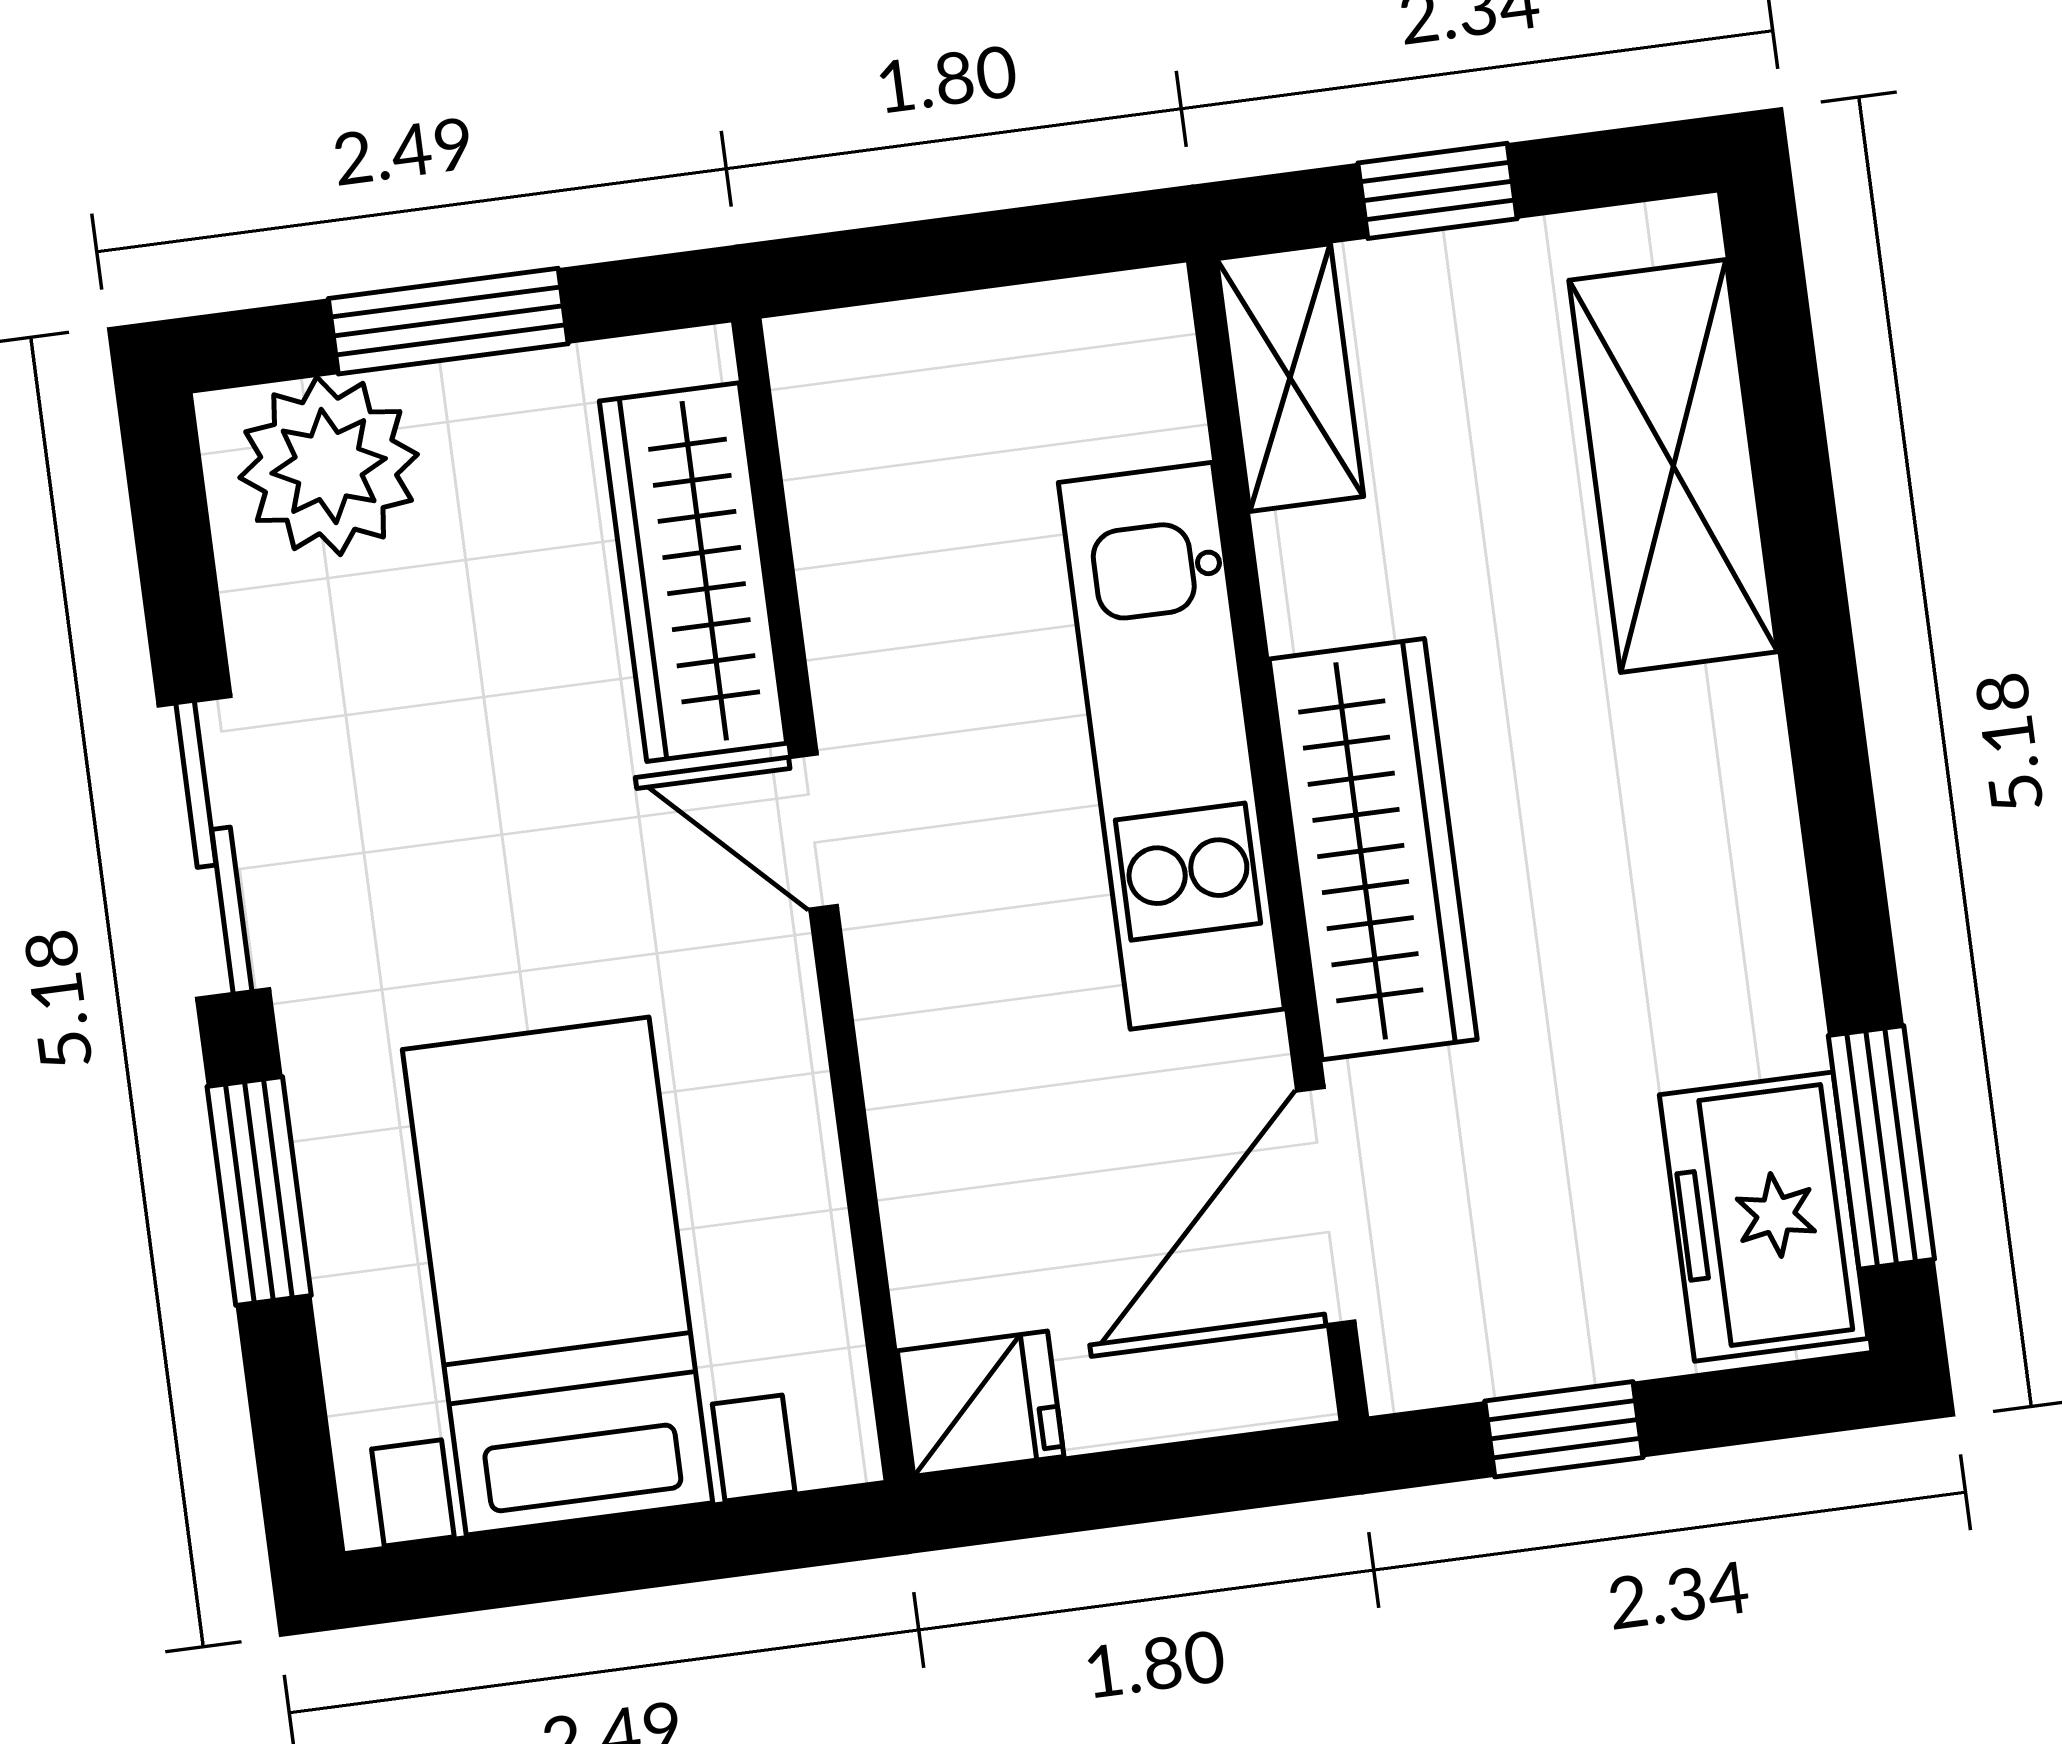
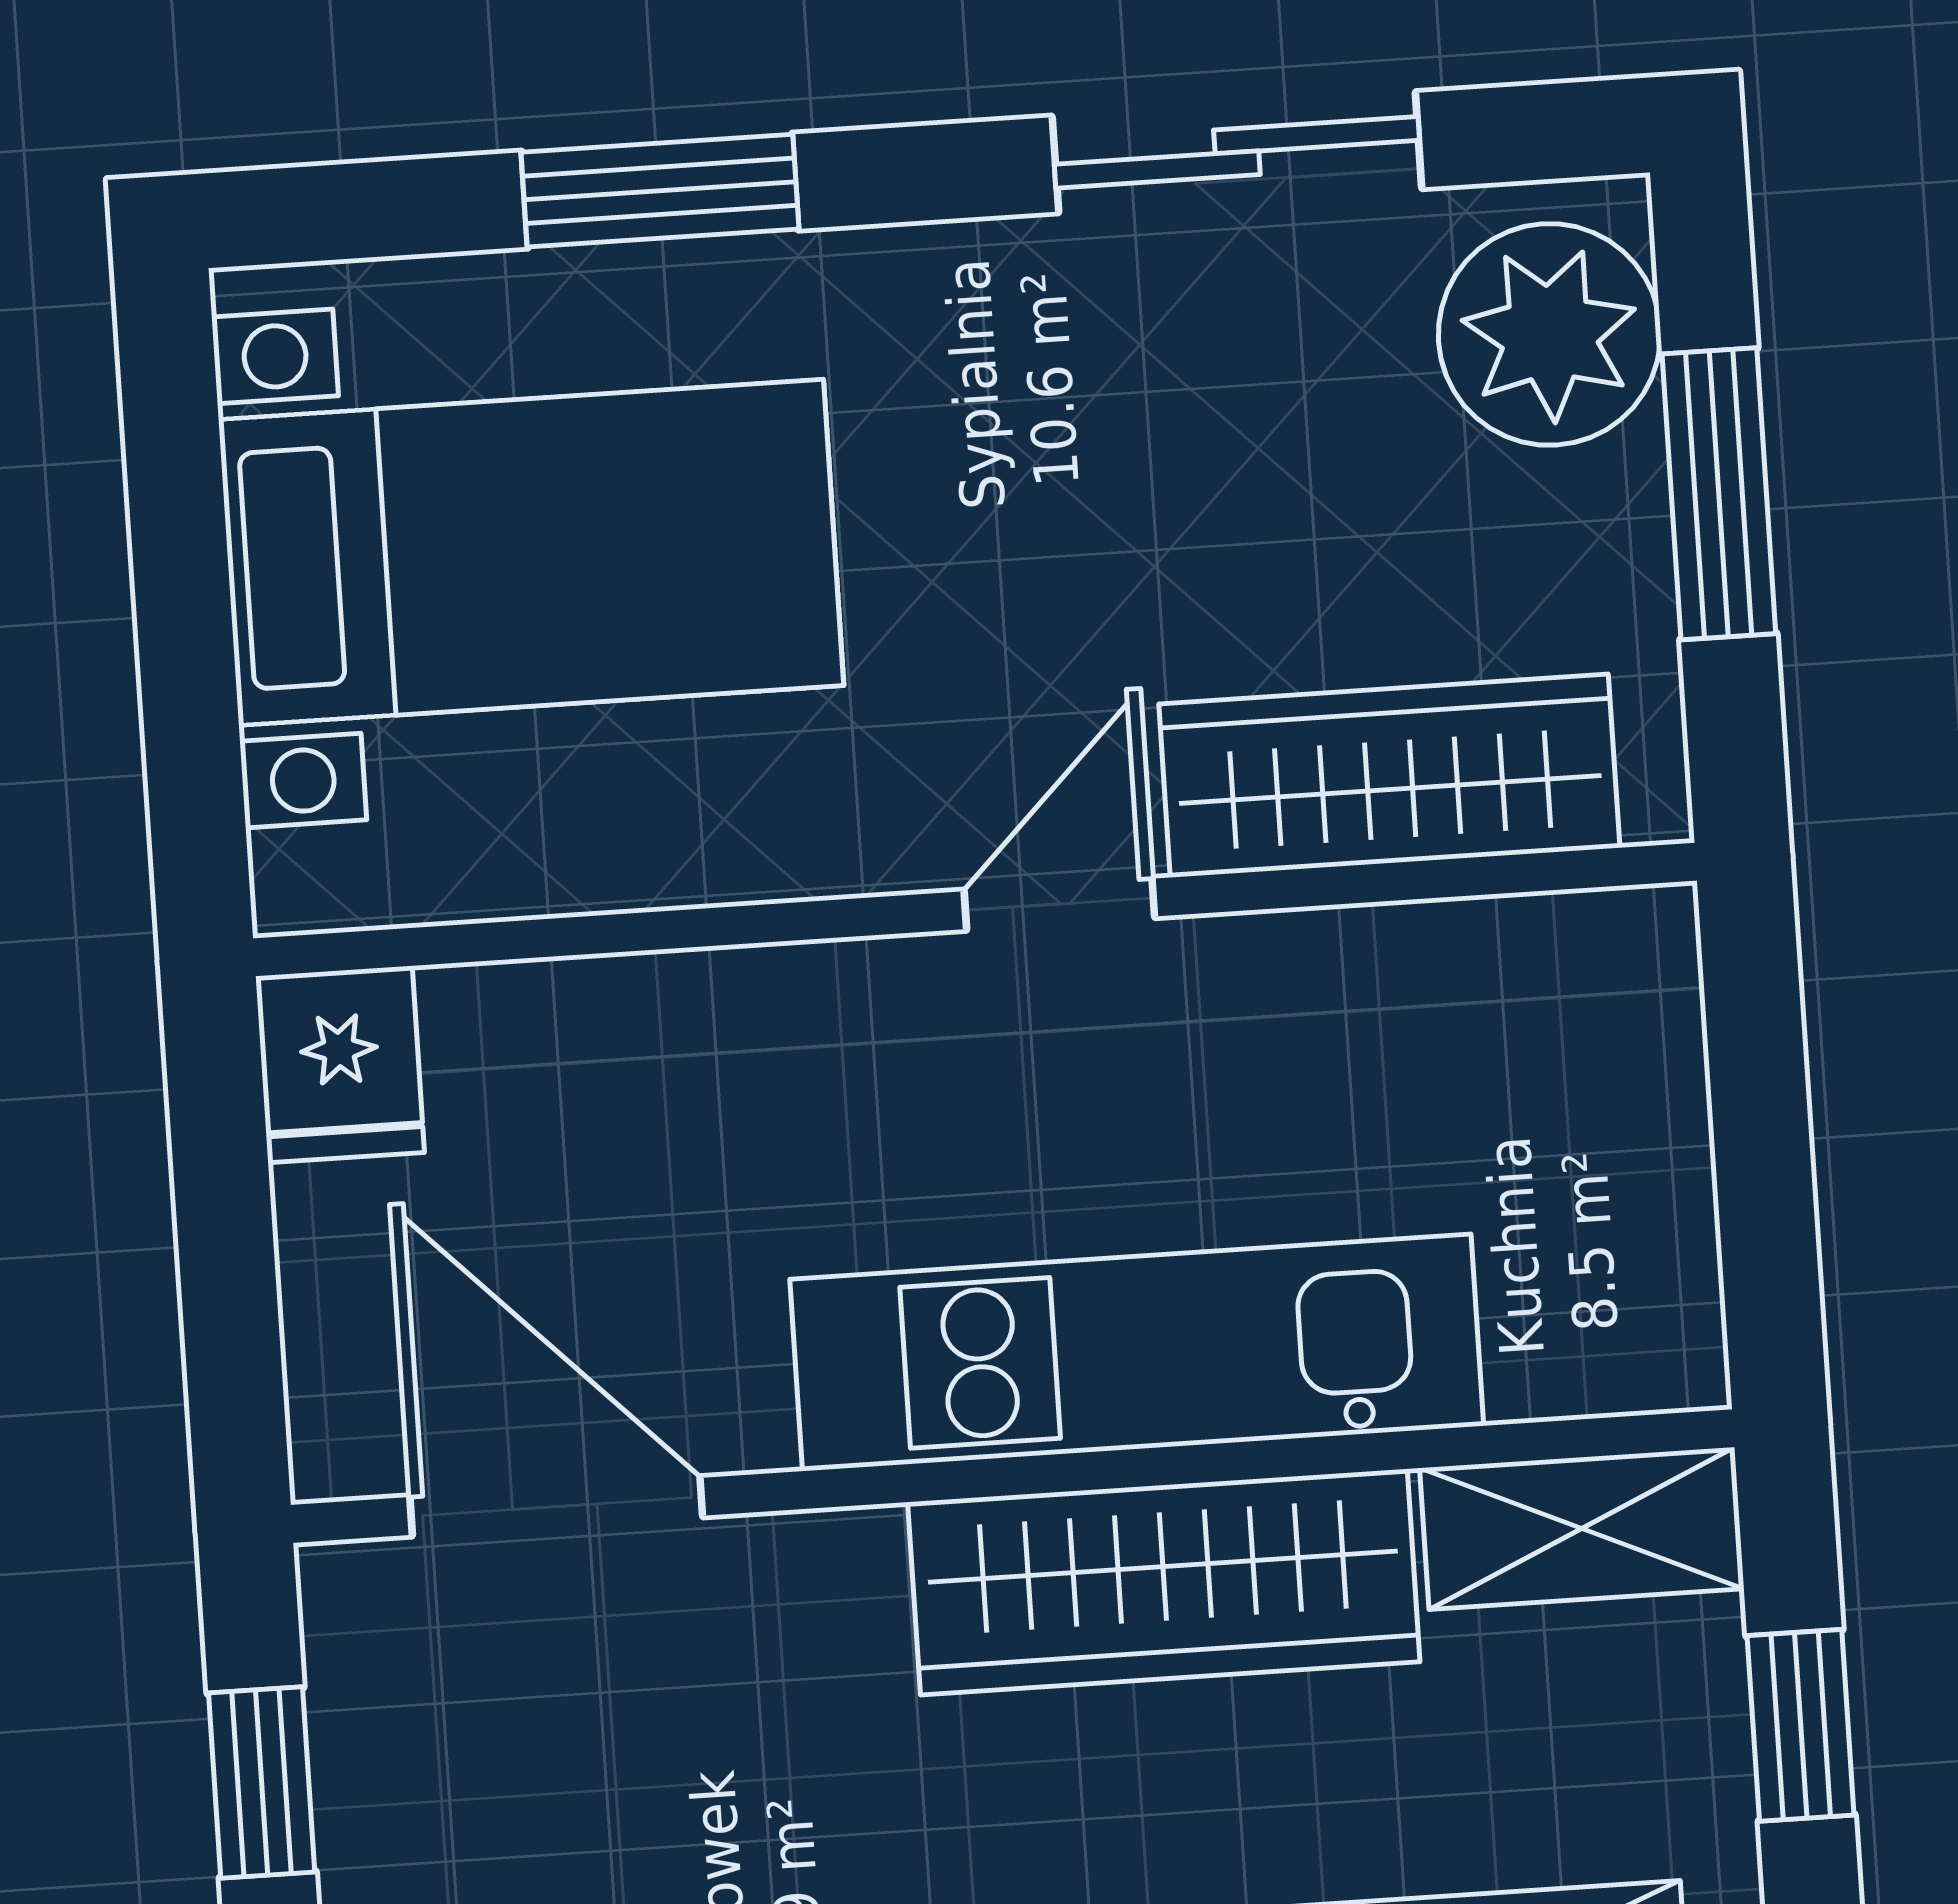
sliding door: (214, 847) -> (1237, 152), moved
wardrobe: (1373, 849) -> (1164, 1582), moved

